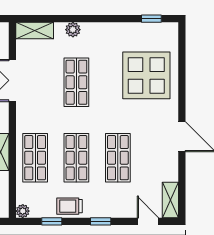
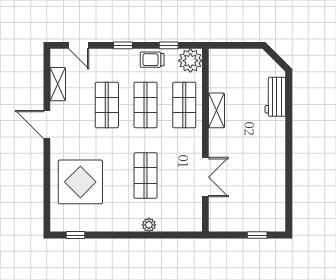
shelving: (35, 31) -> (185, 224), removed
shelving: (170, 200) -> (58, 84), moved
trolley: (69, 206) -> (152, 60), turned 180
plant: (23, 211) -> (190, 61), width x1.87, depth x1.87

